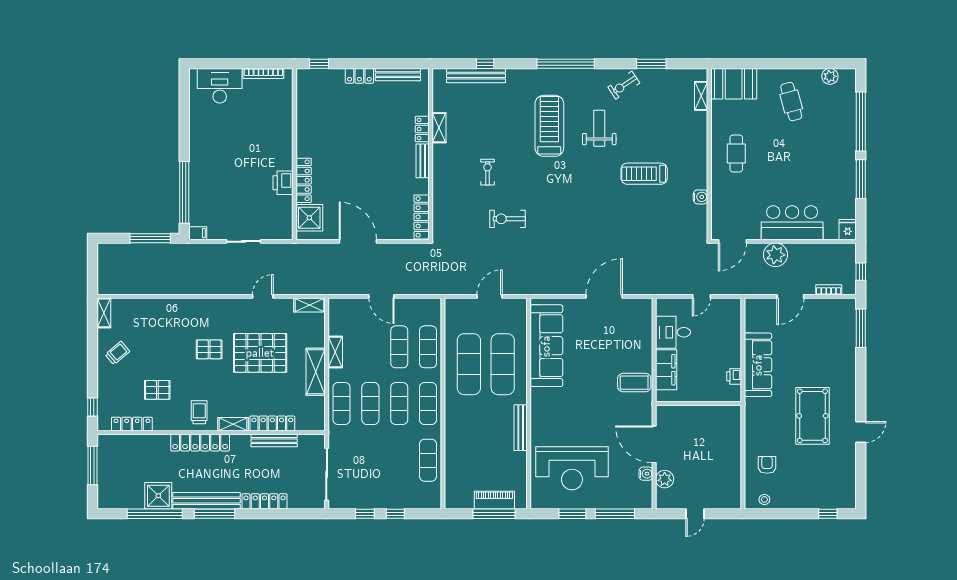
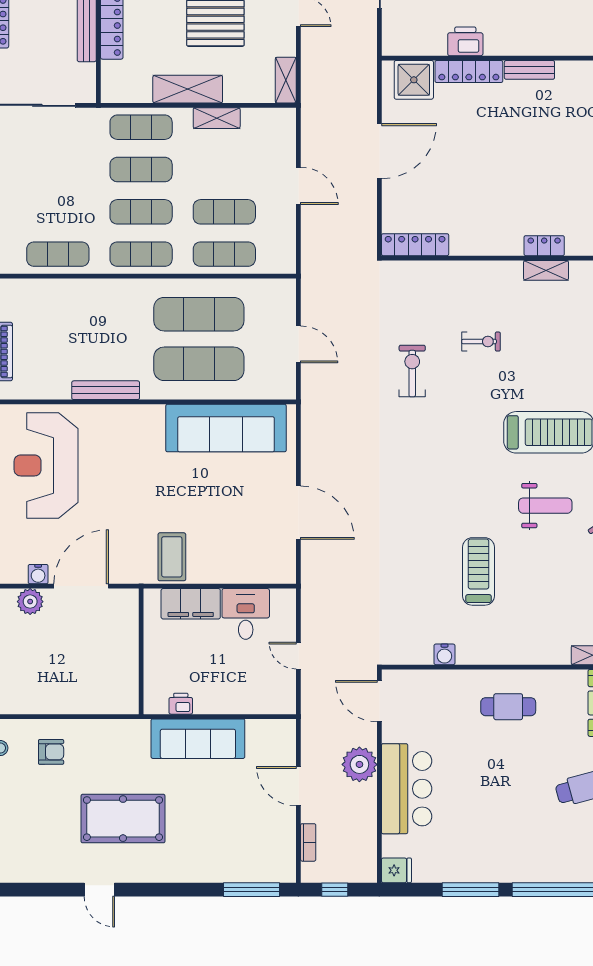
bench: (423, 161) -> (529, 70), moved
door: (381, 296) -> (298, 186), swing flipped

